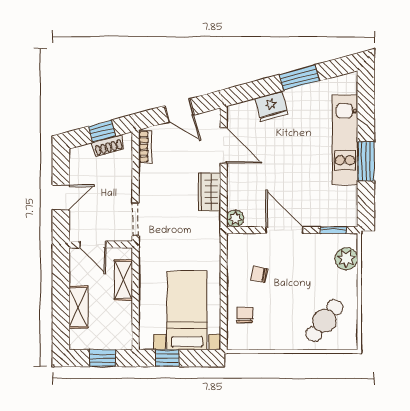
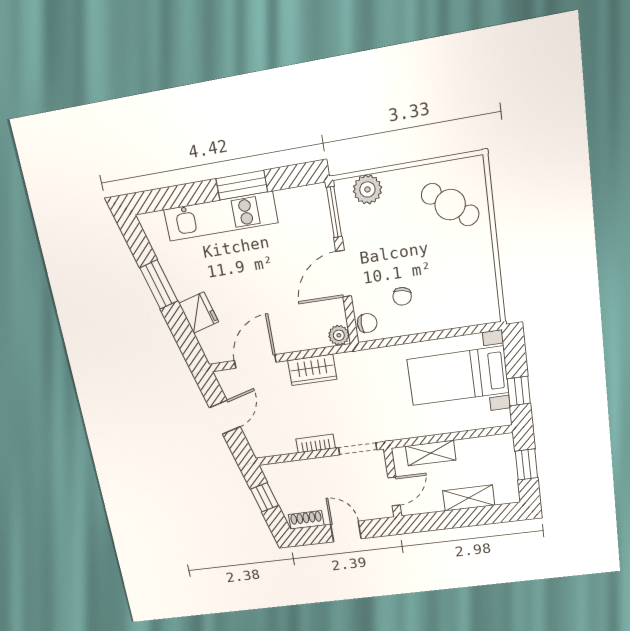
shoe rack: (108, 146) -> (306, 520), moved, turned -75
bookcase: (145, 147) -> (316, 444), moved
window: (334, 230) -> (334, 212), width x1.50
chair: (245, 315) -> (367, 323), moved, turned 180

